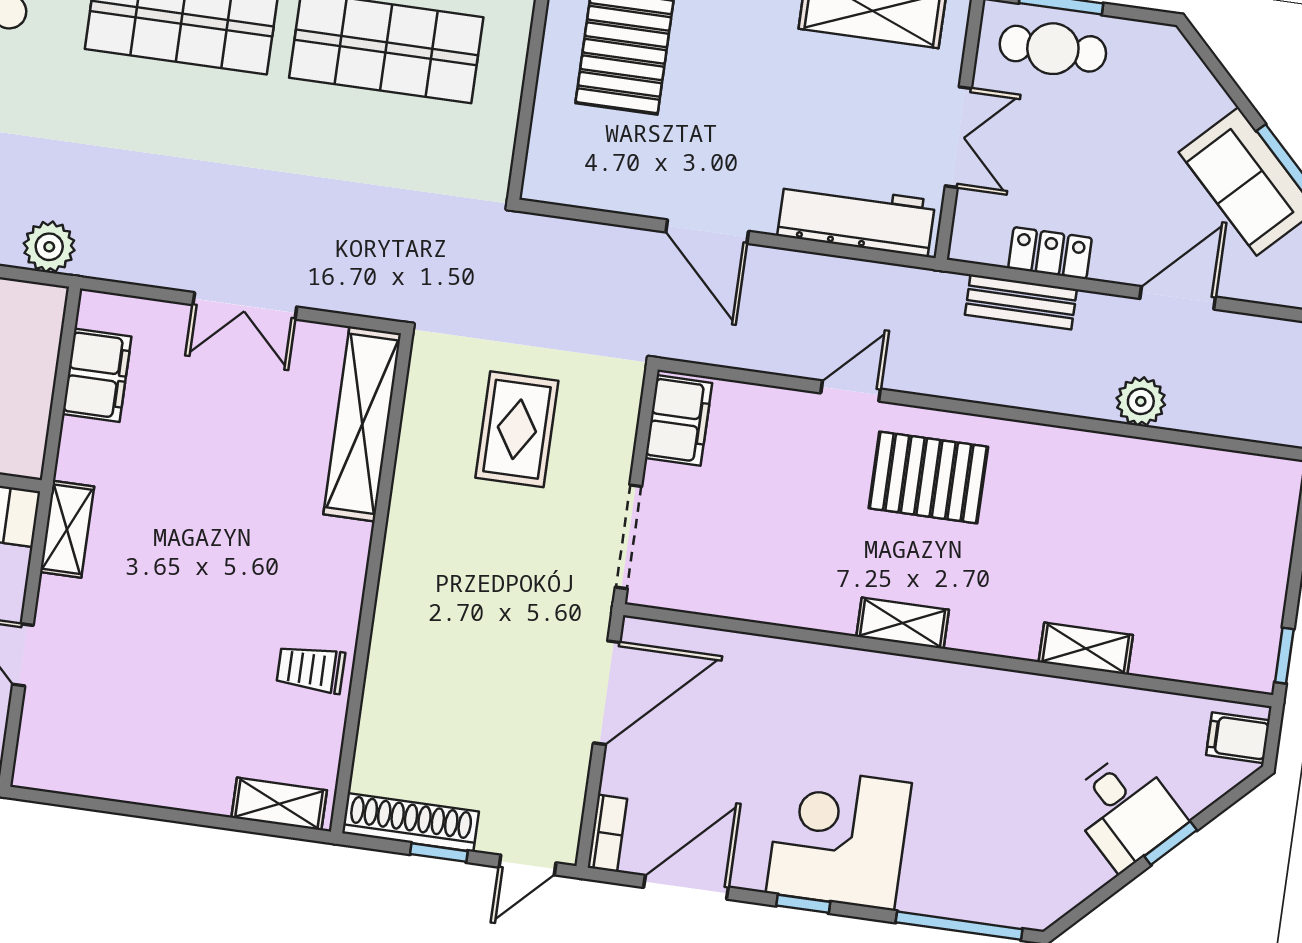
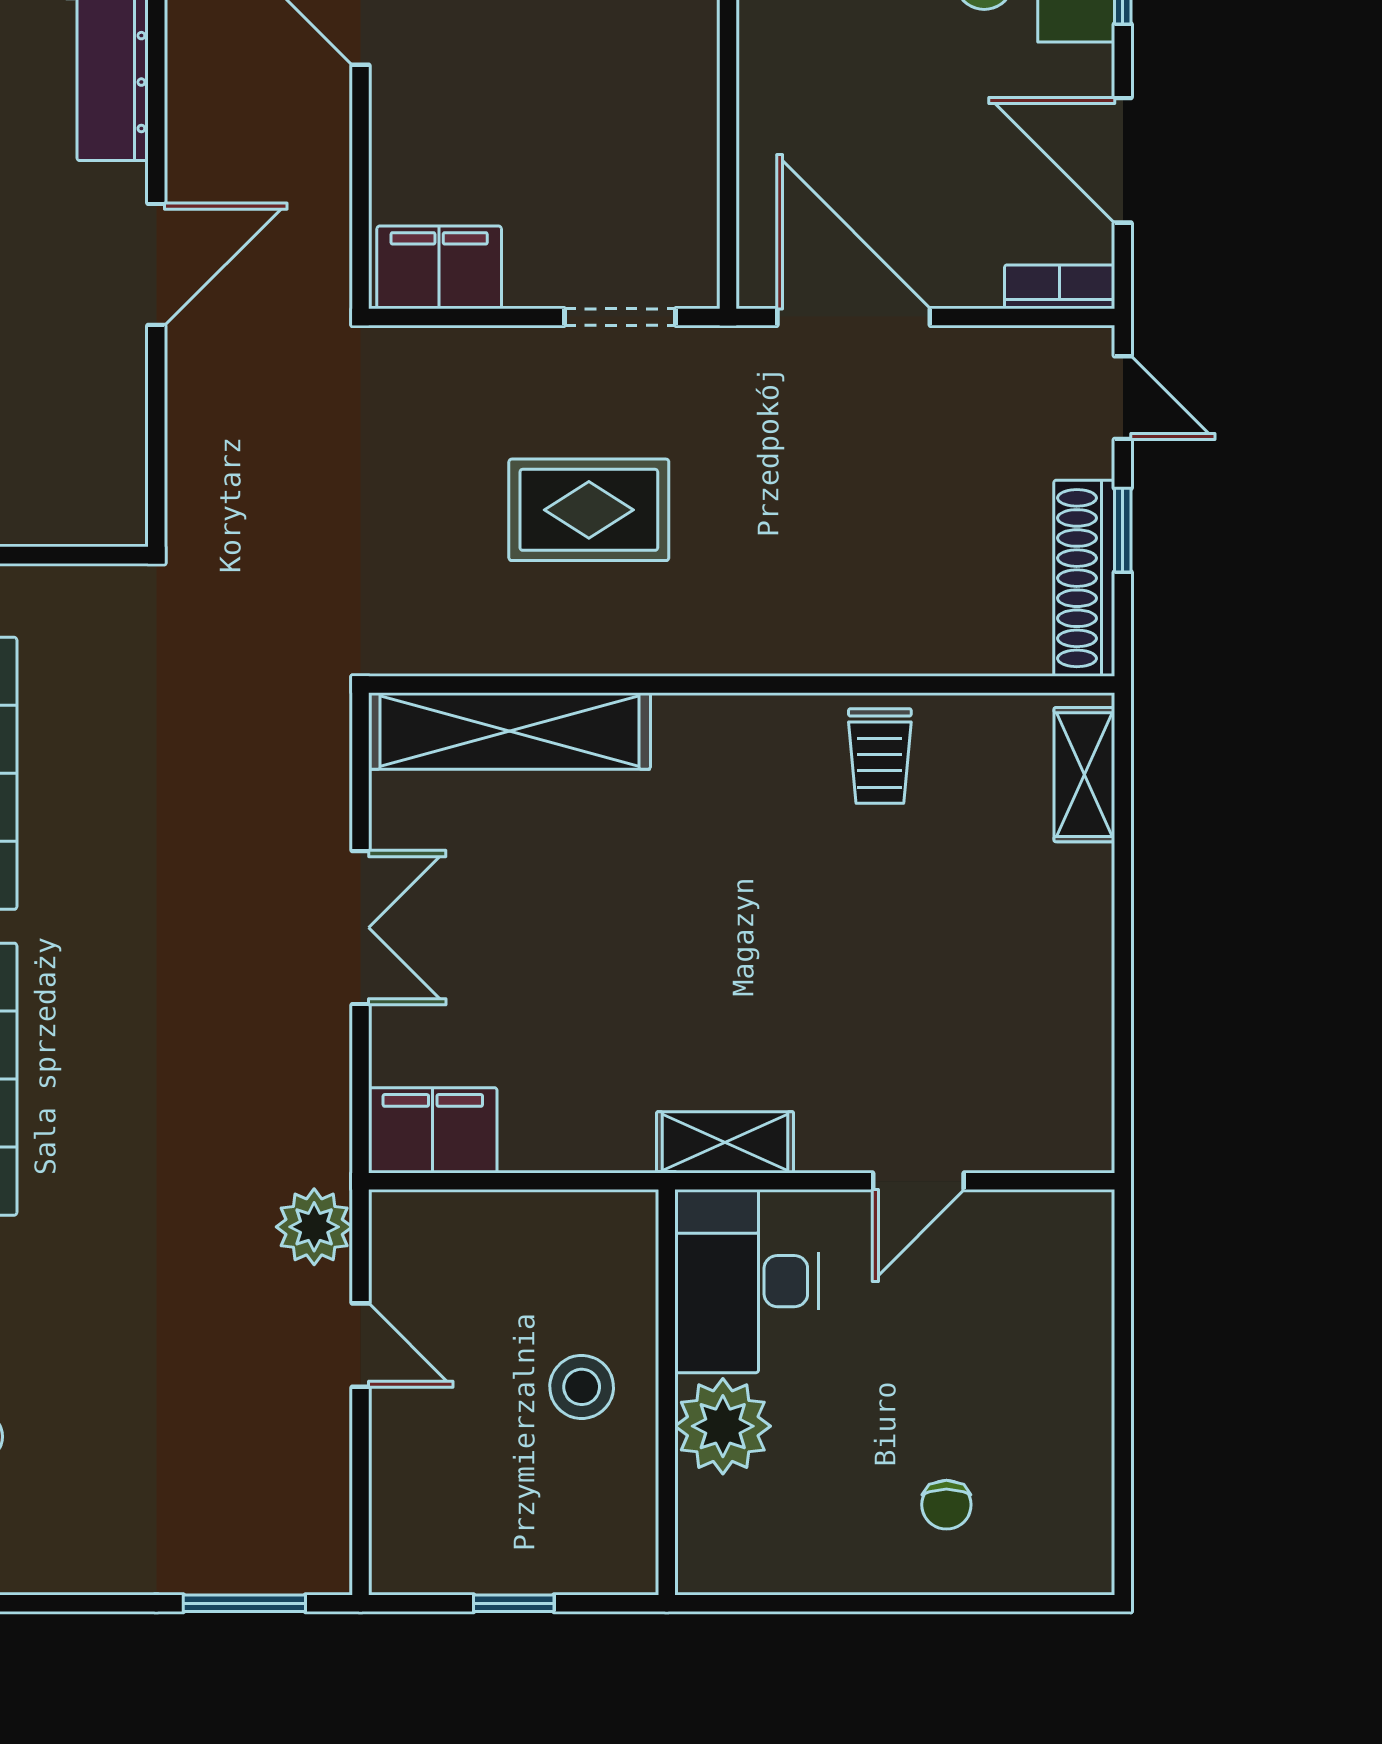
filing cabinet: (97, 375) -> (433, 1130), moved
rug: (517, 429) -> (589, 510), moved
doorway: (629, 537) -> (620, 317), width x0.73

